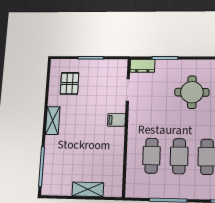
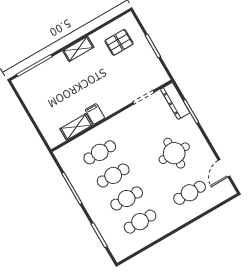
dresser: (142, 66) -> (175, 101), width x1.44
filing cabinet: (117, 120) -> (95, 114), moved
shelving: (88, 189) -> (76, 127), moved, turned 90

